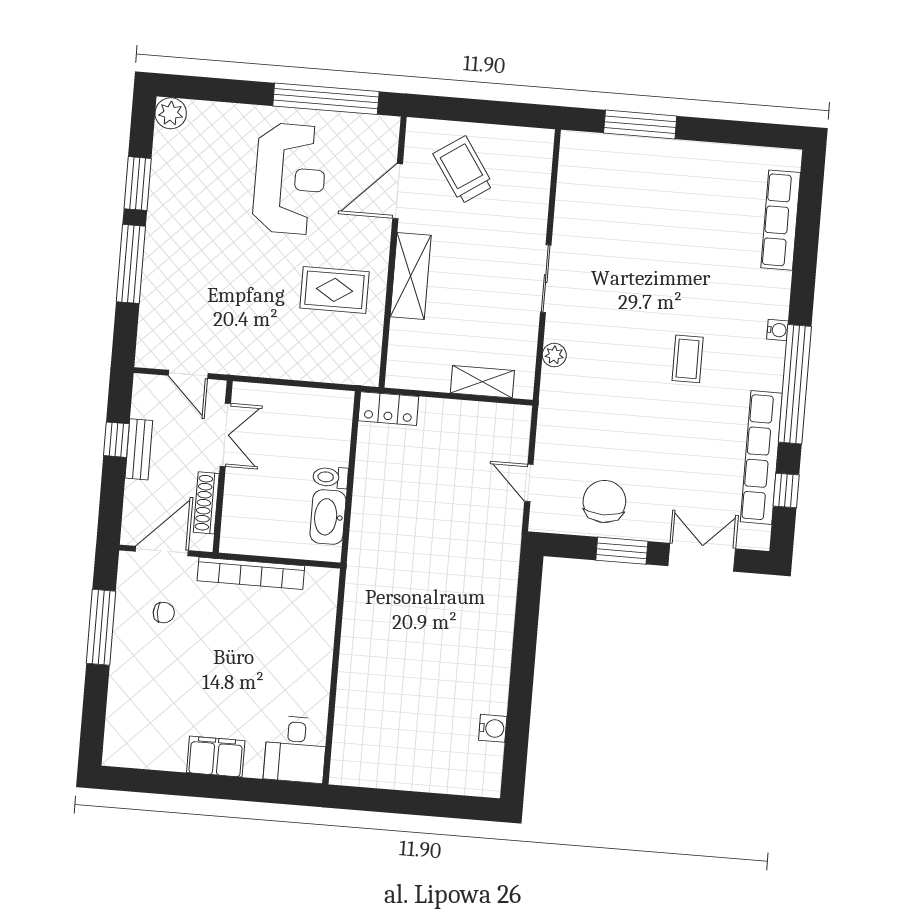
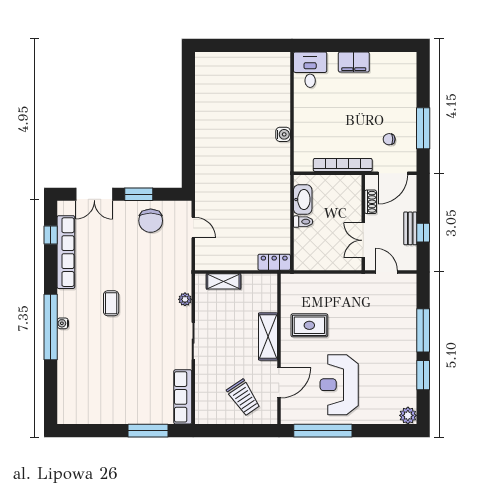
row of seats: (781, 220) -> (183, 397), moved, turned 180
window: (795, 384) -> (51, 327), moved
shoe rack: (206, 503) -> (371, 202), width x0.70
water cooler: (493, 728) -> (283, 134), moved, turned 180

